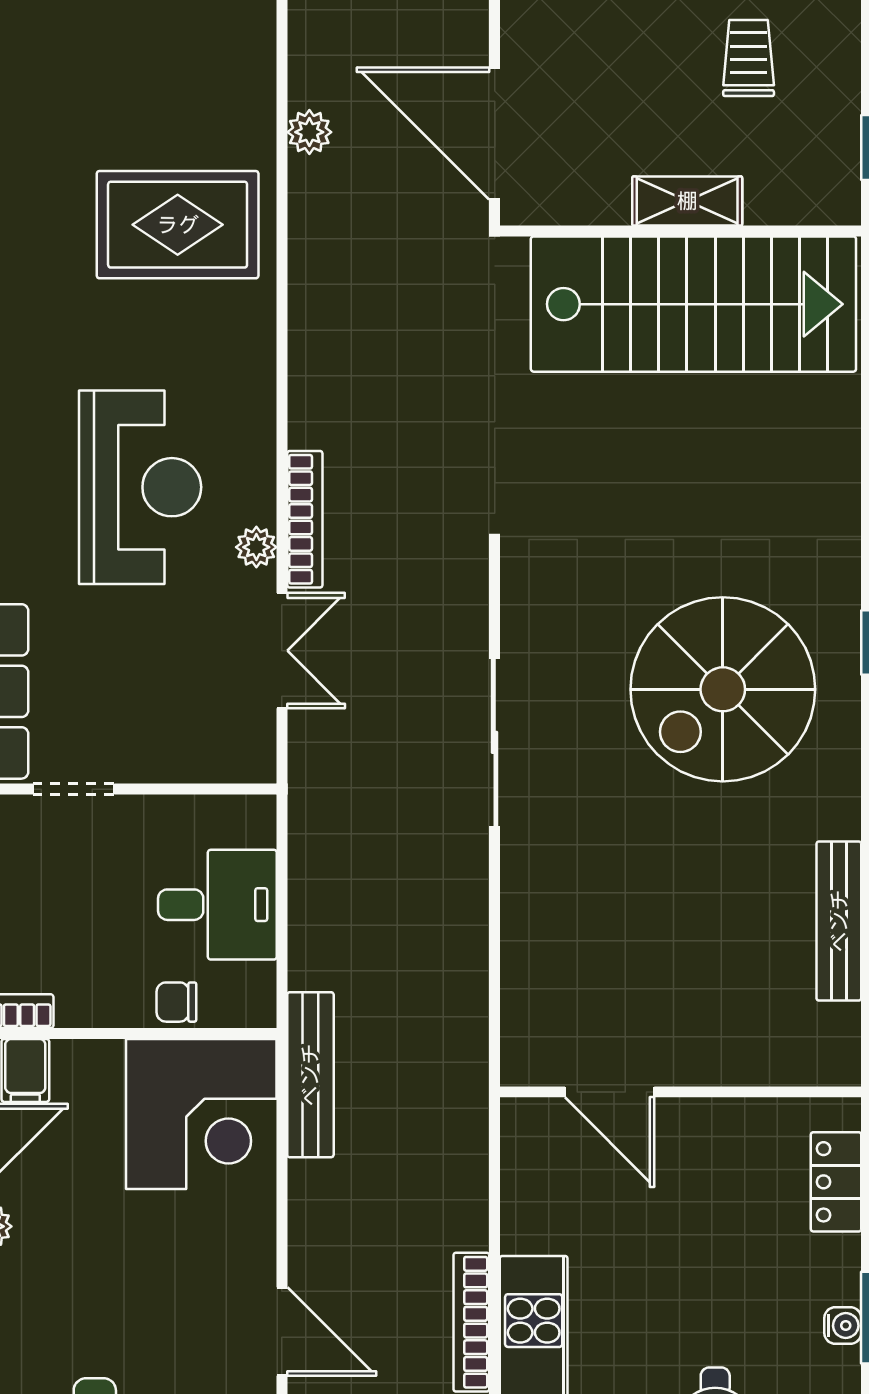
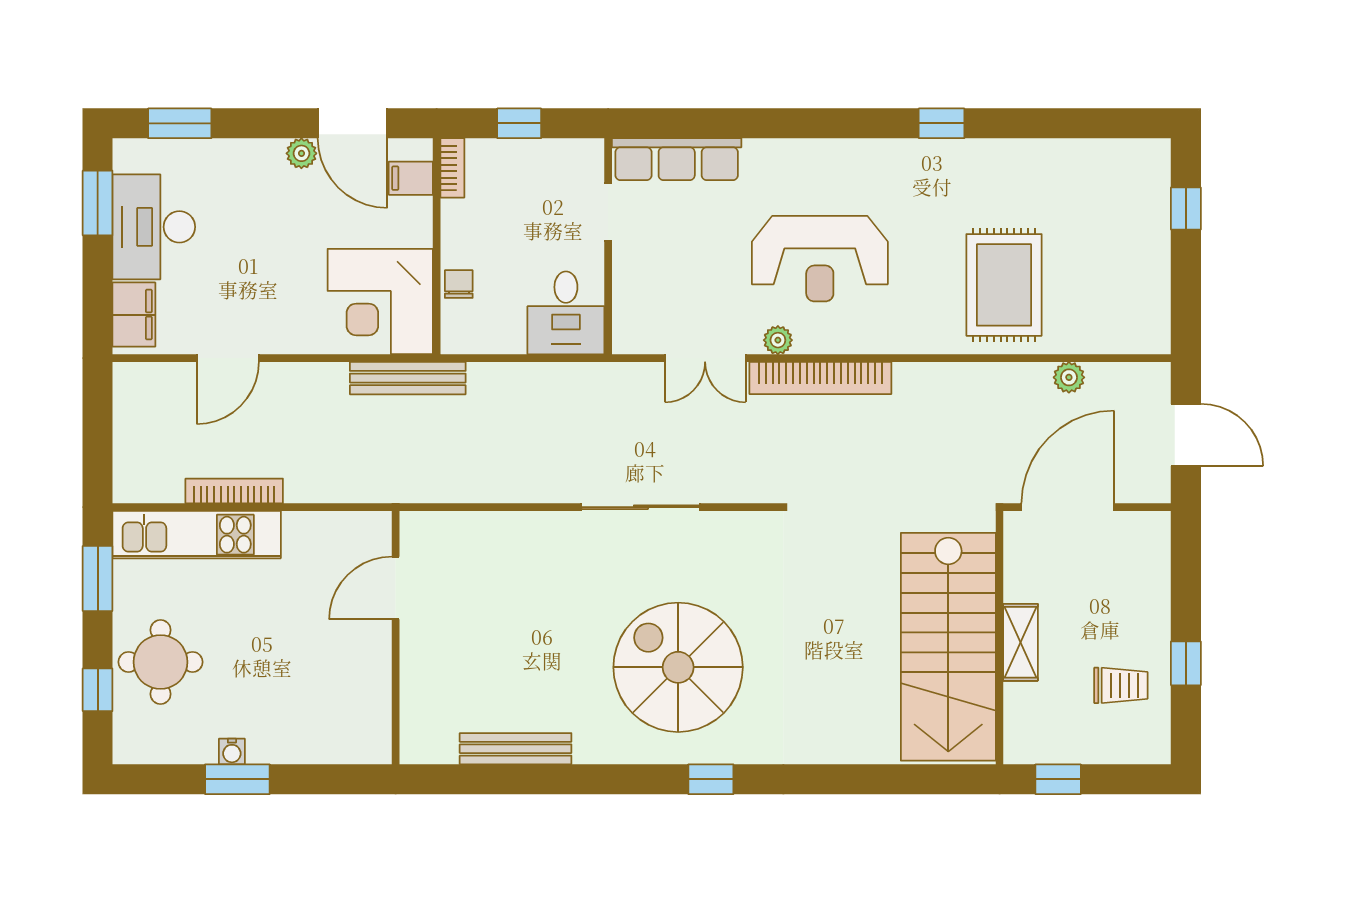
bookcase: (305, 519) -> (820, 378), width x1.48, depth x1.31
desk: (217, 905) -> (566, 313), moved
locker: (836, 1182) -> (333, 747), removed

